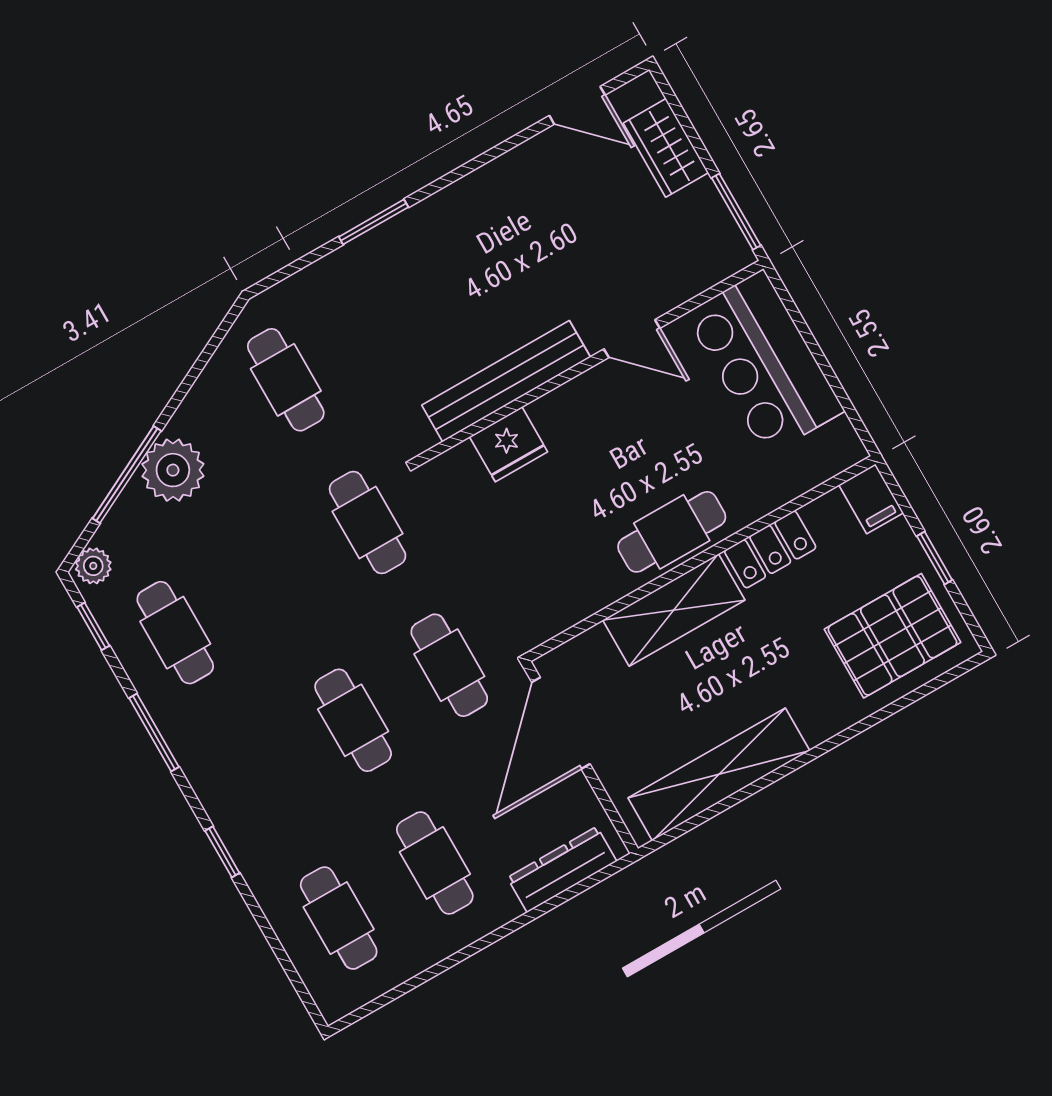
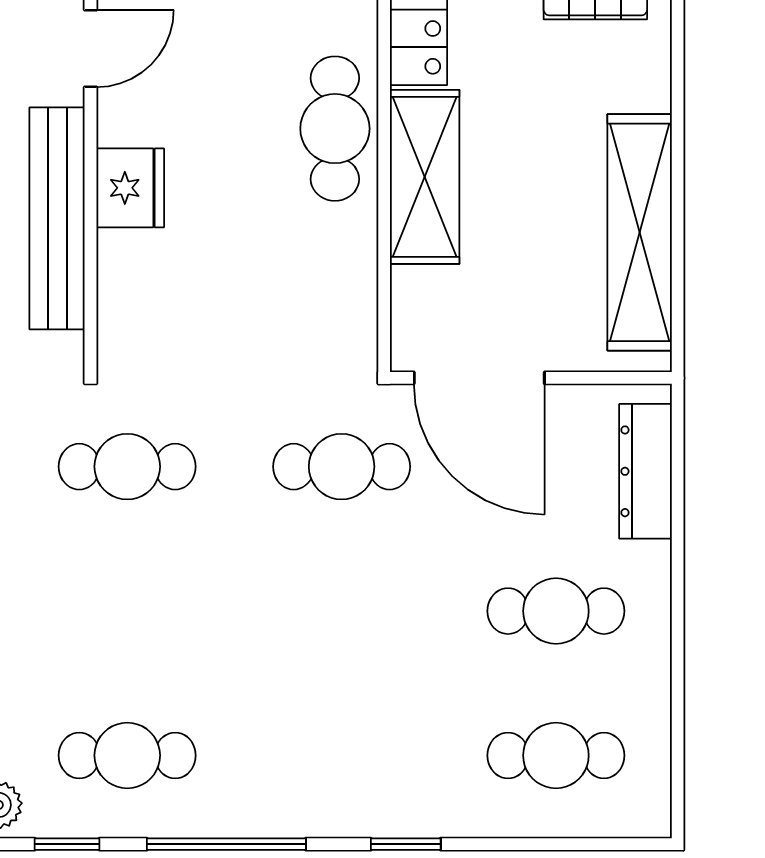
fridge: (509, 444) -> (130, 188), moved
cafe table: (353, 720) -> (342, 611), removed
window: (154, 732) -> (226, 844), width x1.44

